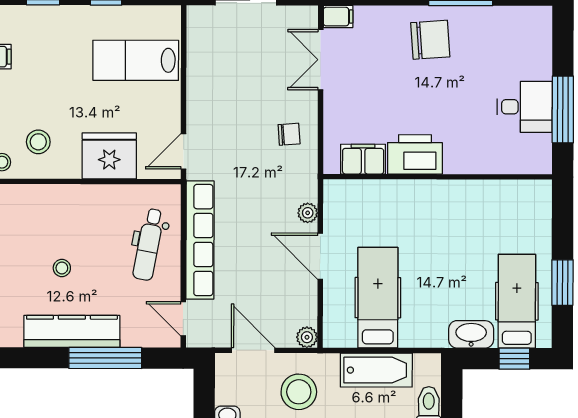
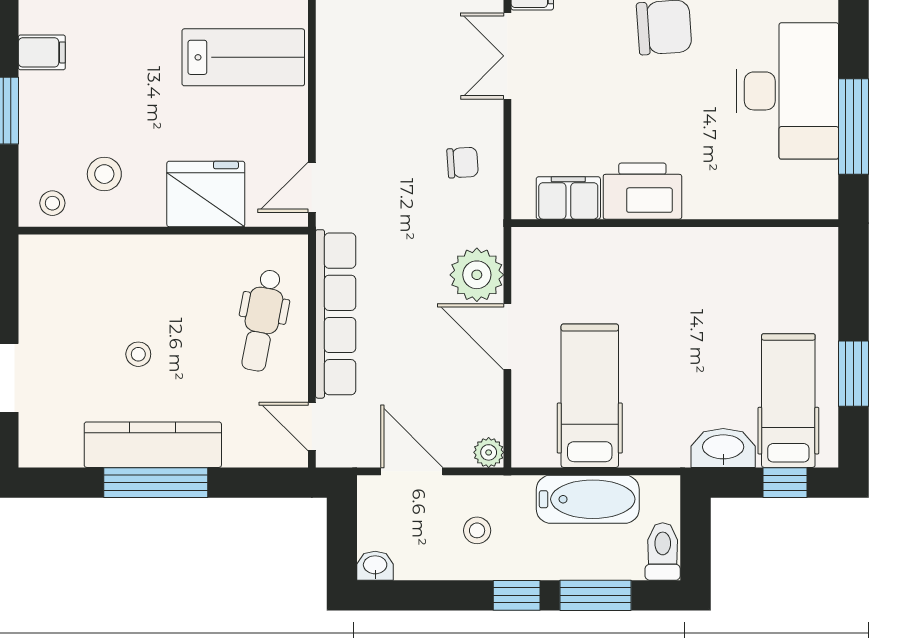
lab bench: (136, 60) -> (243, 57), turned 180
desk: (525, 107) -> (787, 91), width x1.87, depth x1.30
plant: (308, 213) -> (477, 275), width x1.87, depth x1.87
window: (105, 358) -> (156, 483), moved
stool: (299, 392) -> (477, 530), width x0.53, depth x0.53

